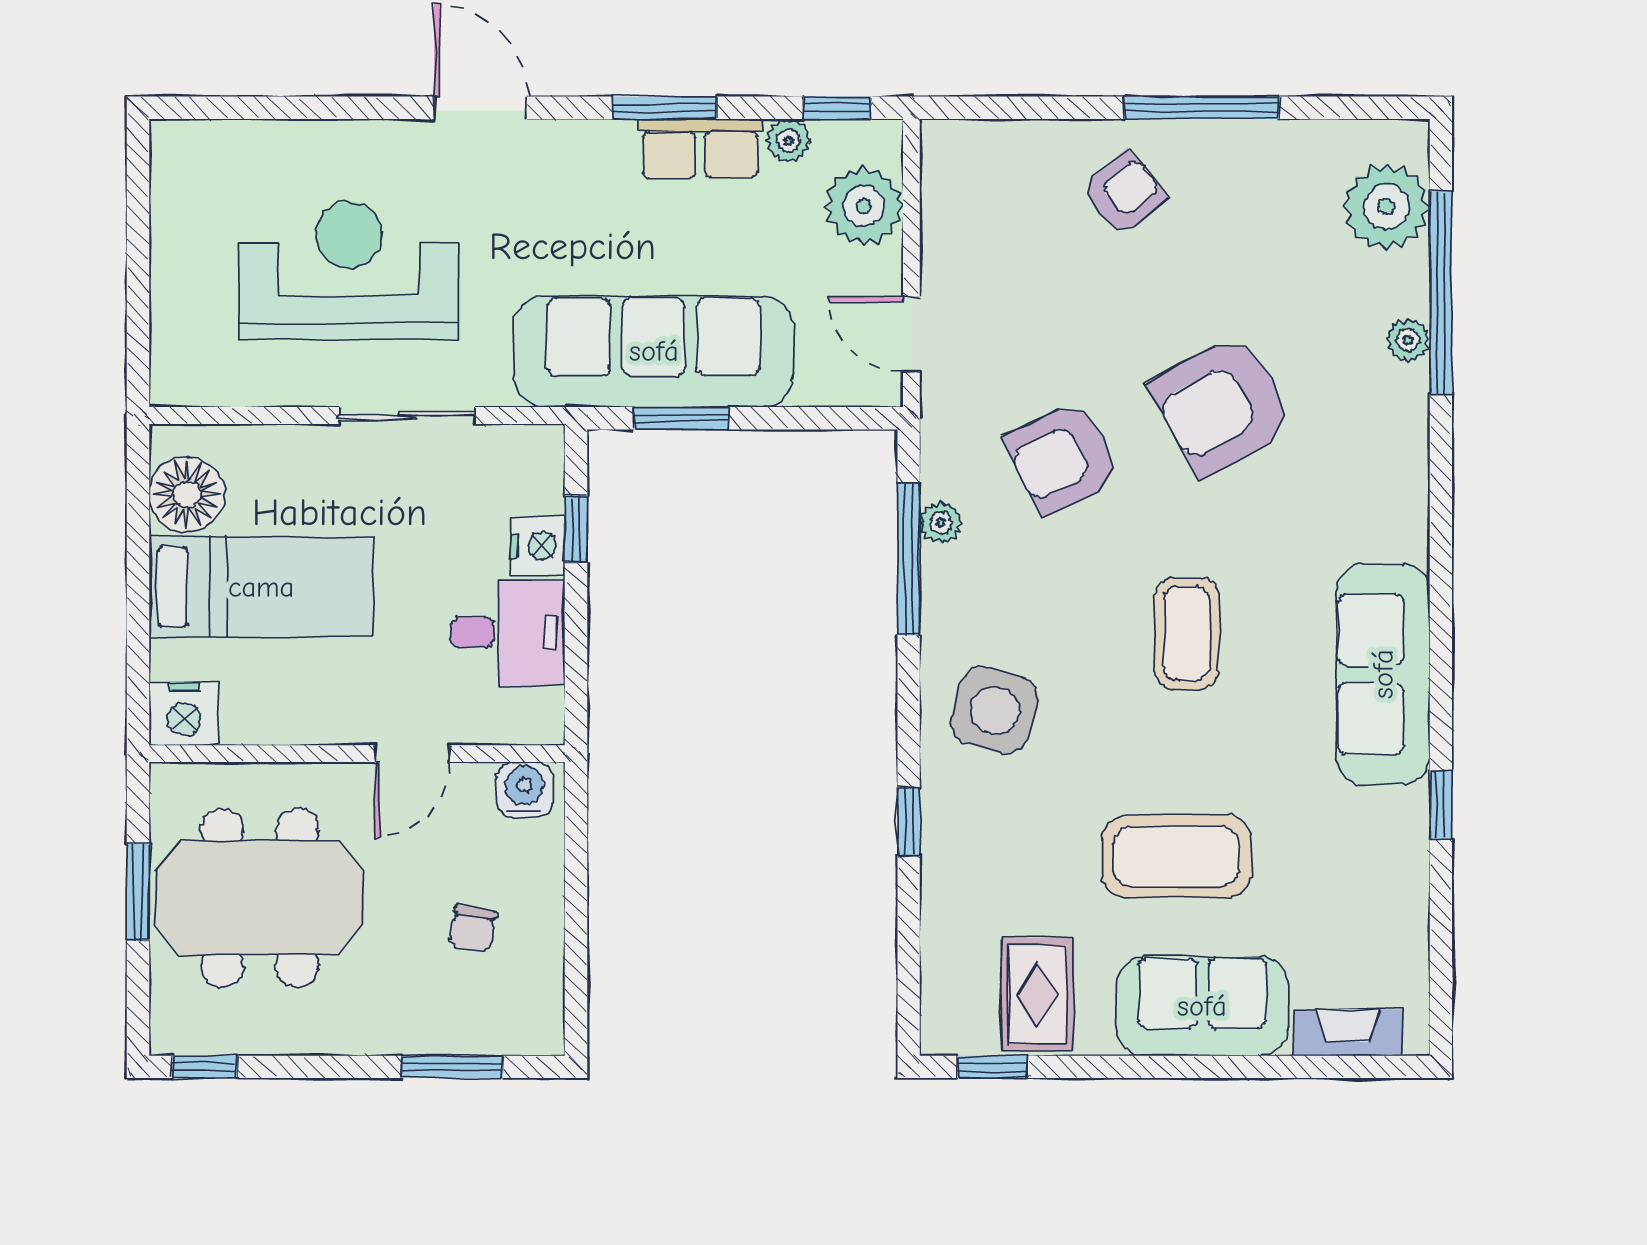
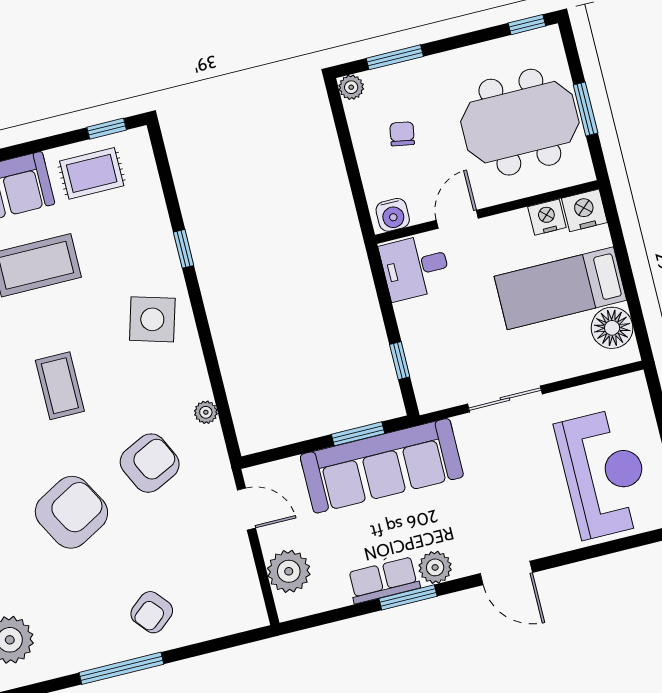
window: (837, 108) -> (316, 620), removed
plant: (788, 141) -> (435, 567), moved, width x1.38, depth x1.38
reception desk: (349, 270) -> (604, 473), moved, turned -90
nightstand: (538, 546) -> (547, 217), moved, turned 90
window: (909, 559) -> (218, 389), removed
desk: (508, 633) -> (415, 267), moved
rug: (1038, 994) -> (92, 173), turned 90
plant: (542, 1033) -> (351, 87), added

